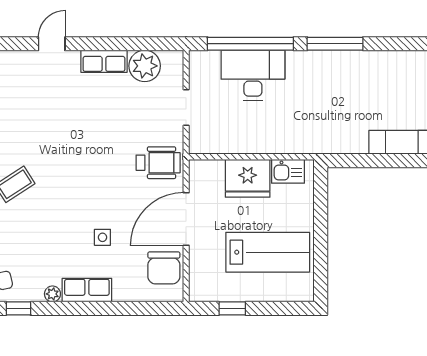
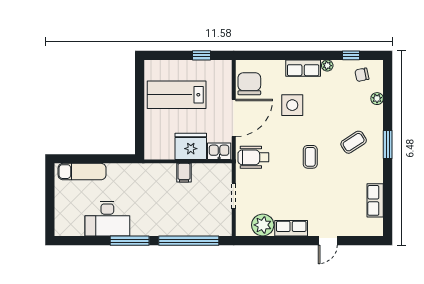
desk: (253, 75) -> (107, 219), moved
filing cabinet: (257, 141) -> (184, 173), added
coffee table: (77, 163) -> (310, 157), added
kitchen sink: (288, 171) -> (219, 151), moved
side table: (102, 237) -> (292, 105), width x1.87, depth x1.87

